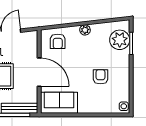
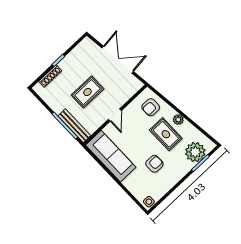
rug: (87, 49) -> (166, 134), added
door: (39, 72) -> (115, 115), width x0.53
sofa: (59, 103) -> (111, 156), width x1.36

